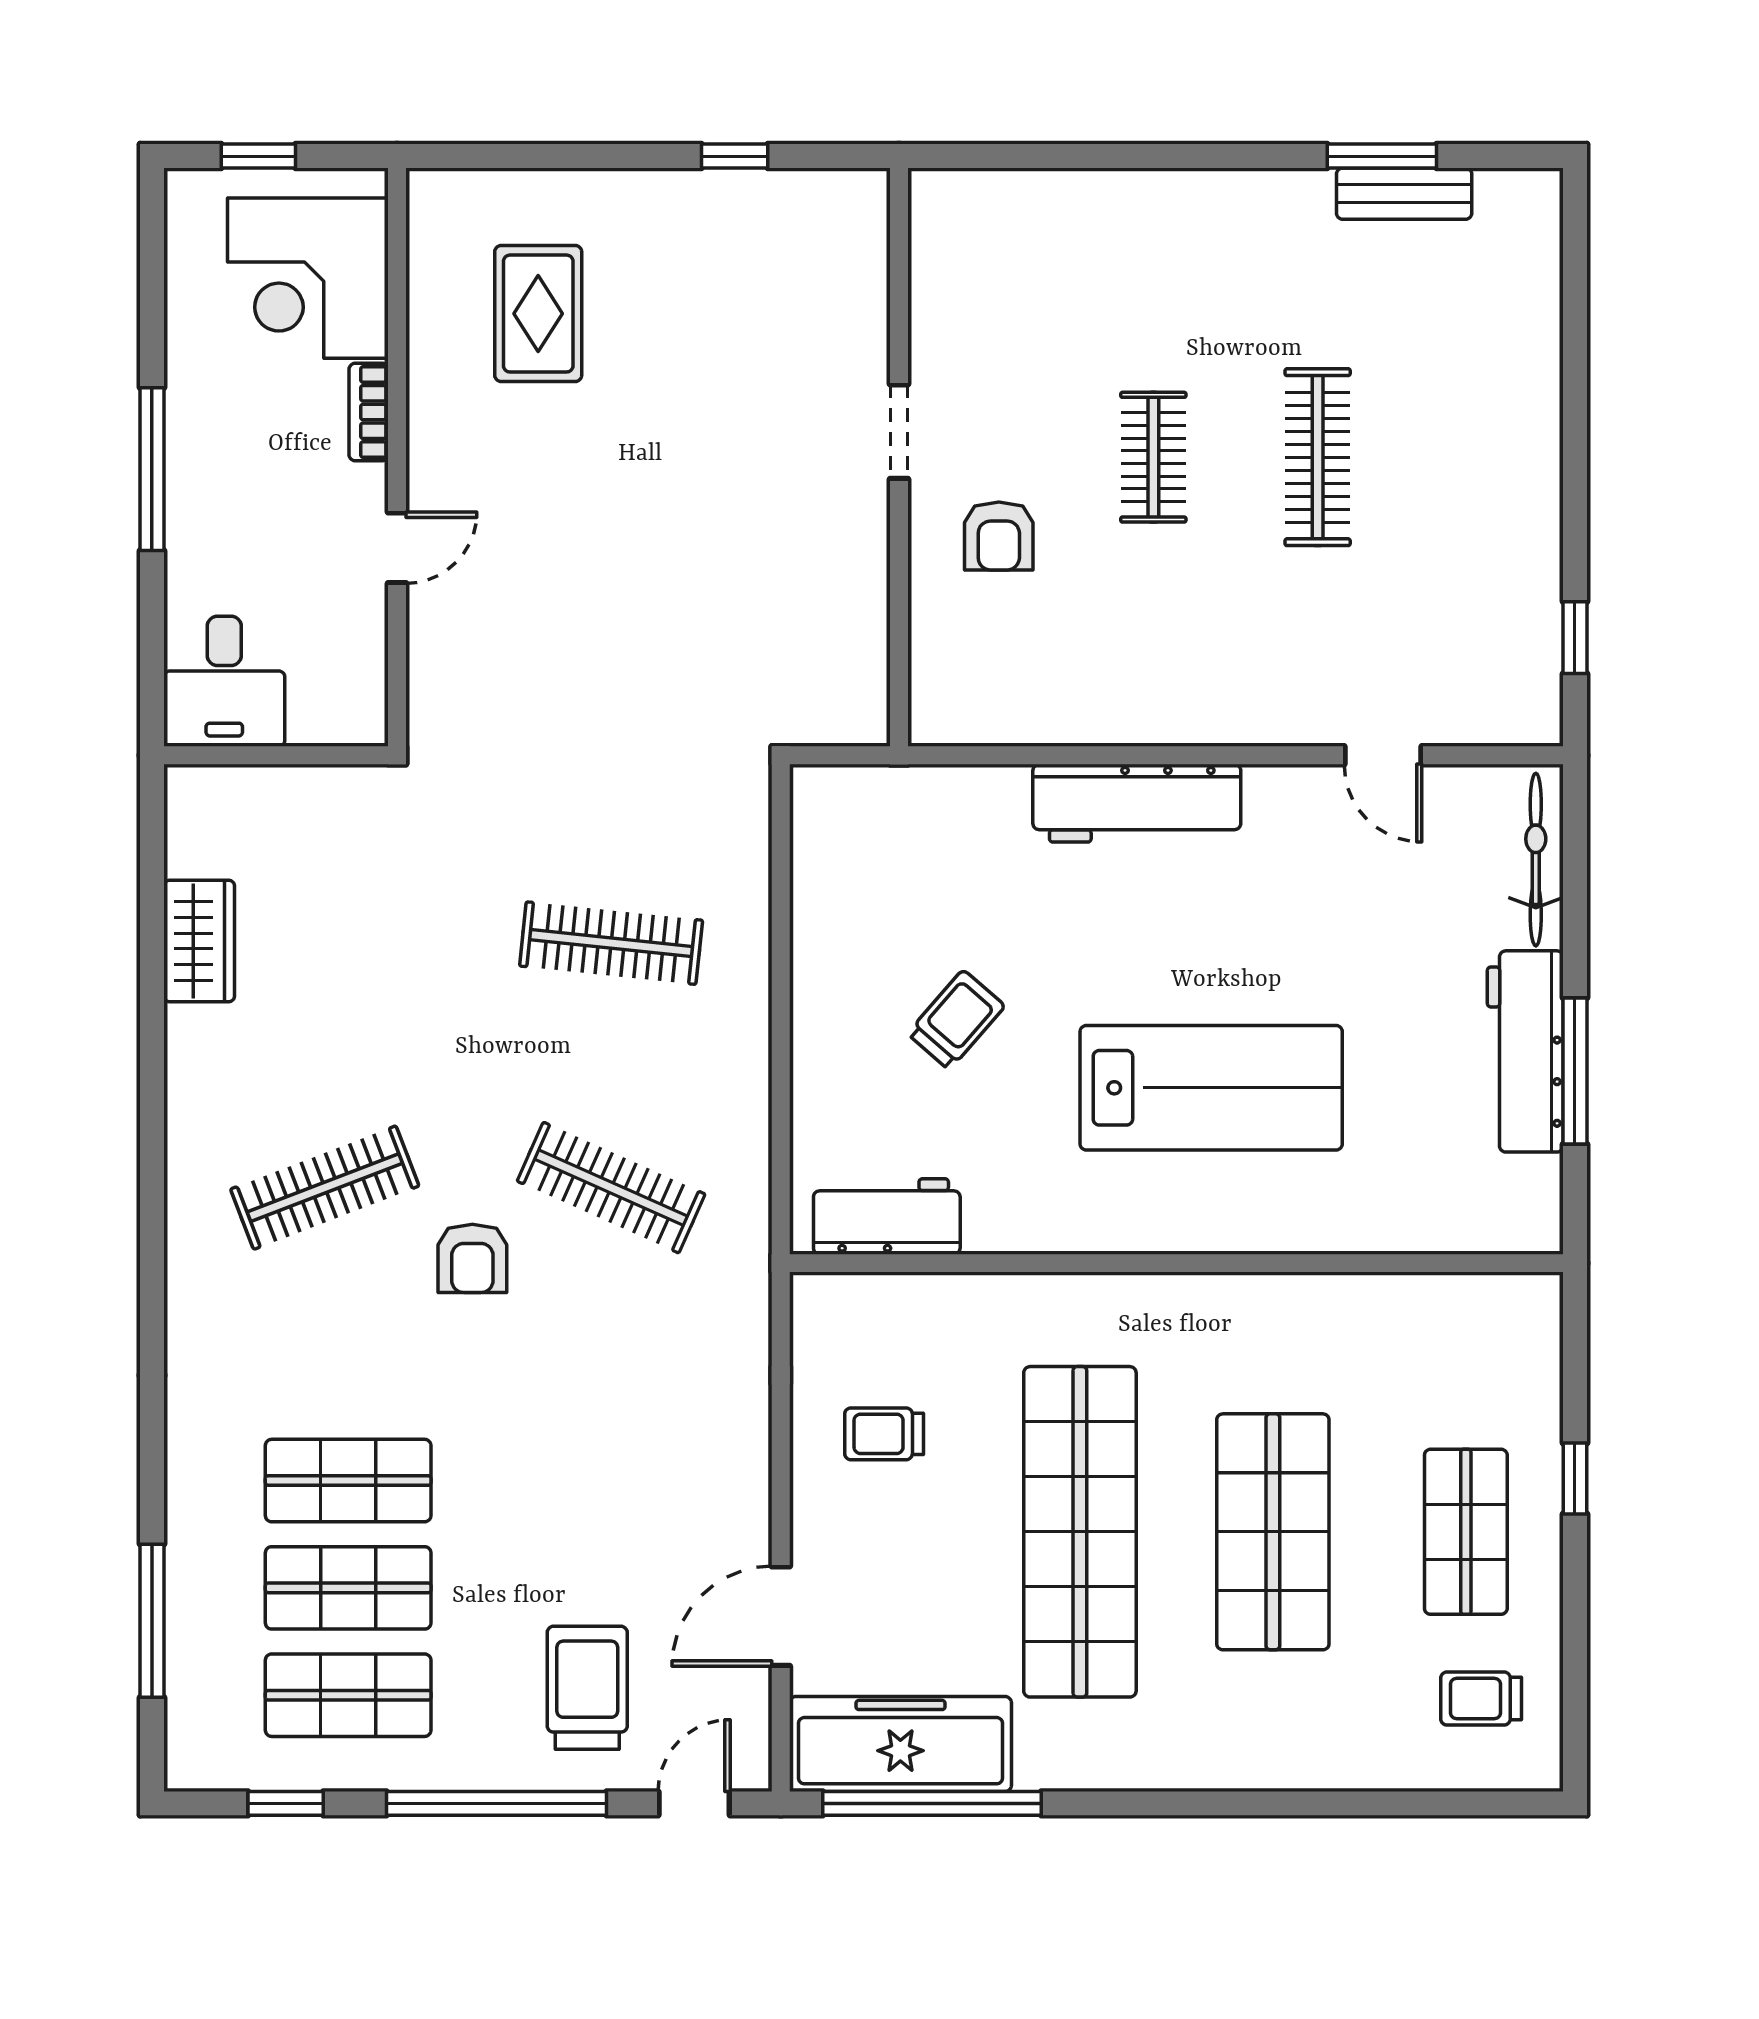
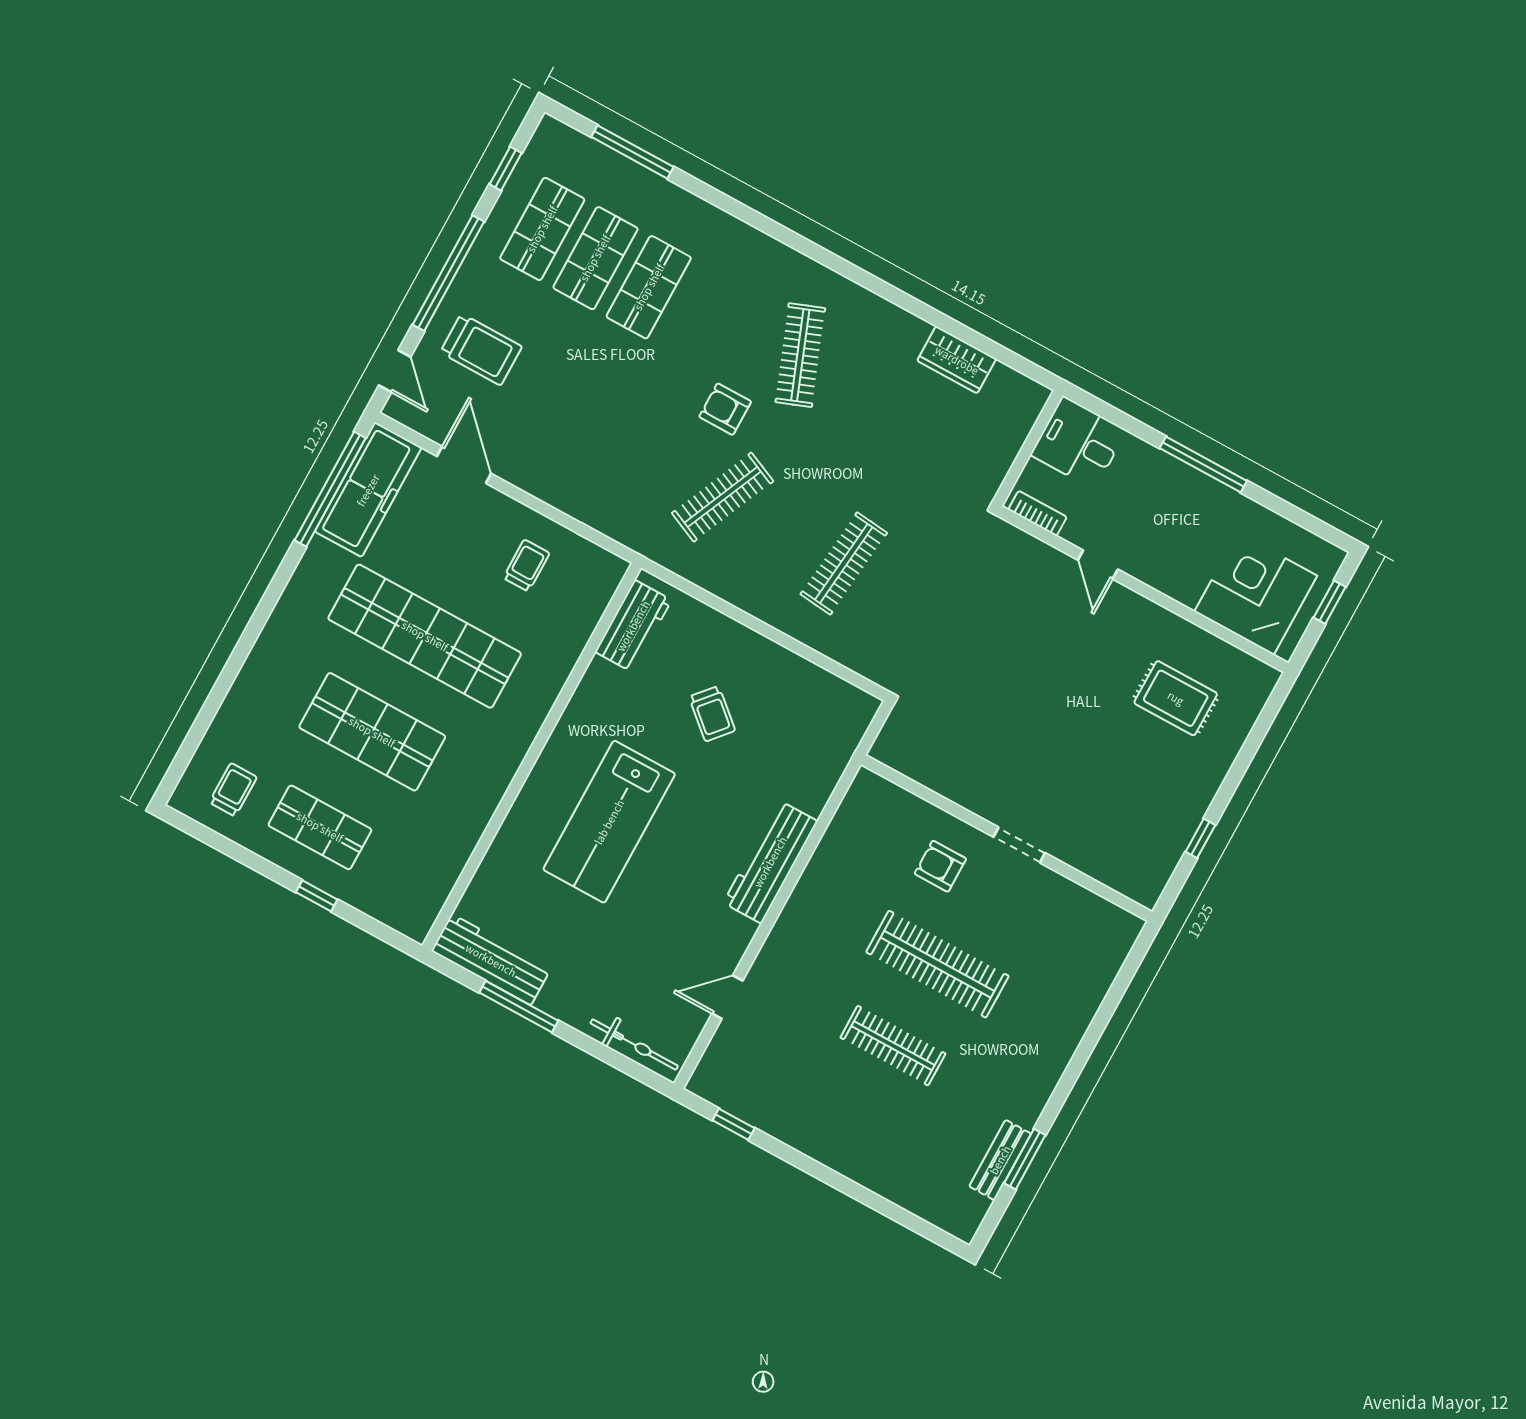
bookcase: (369, 412) -> (1037, 513), moved
clothes rail: (1153, 457) -> (937, 964), width x1.86, depth x1.31
workbench: (1525, 1051) -> (491, 960), moved

